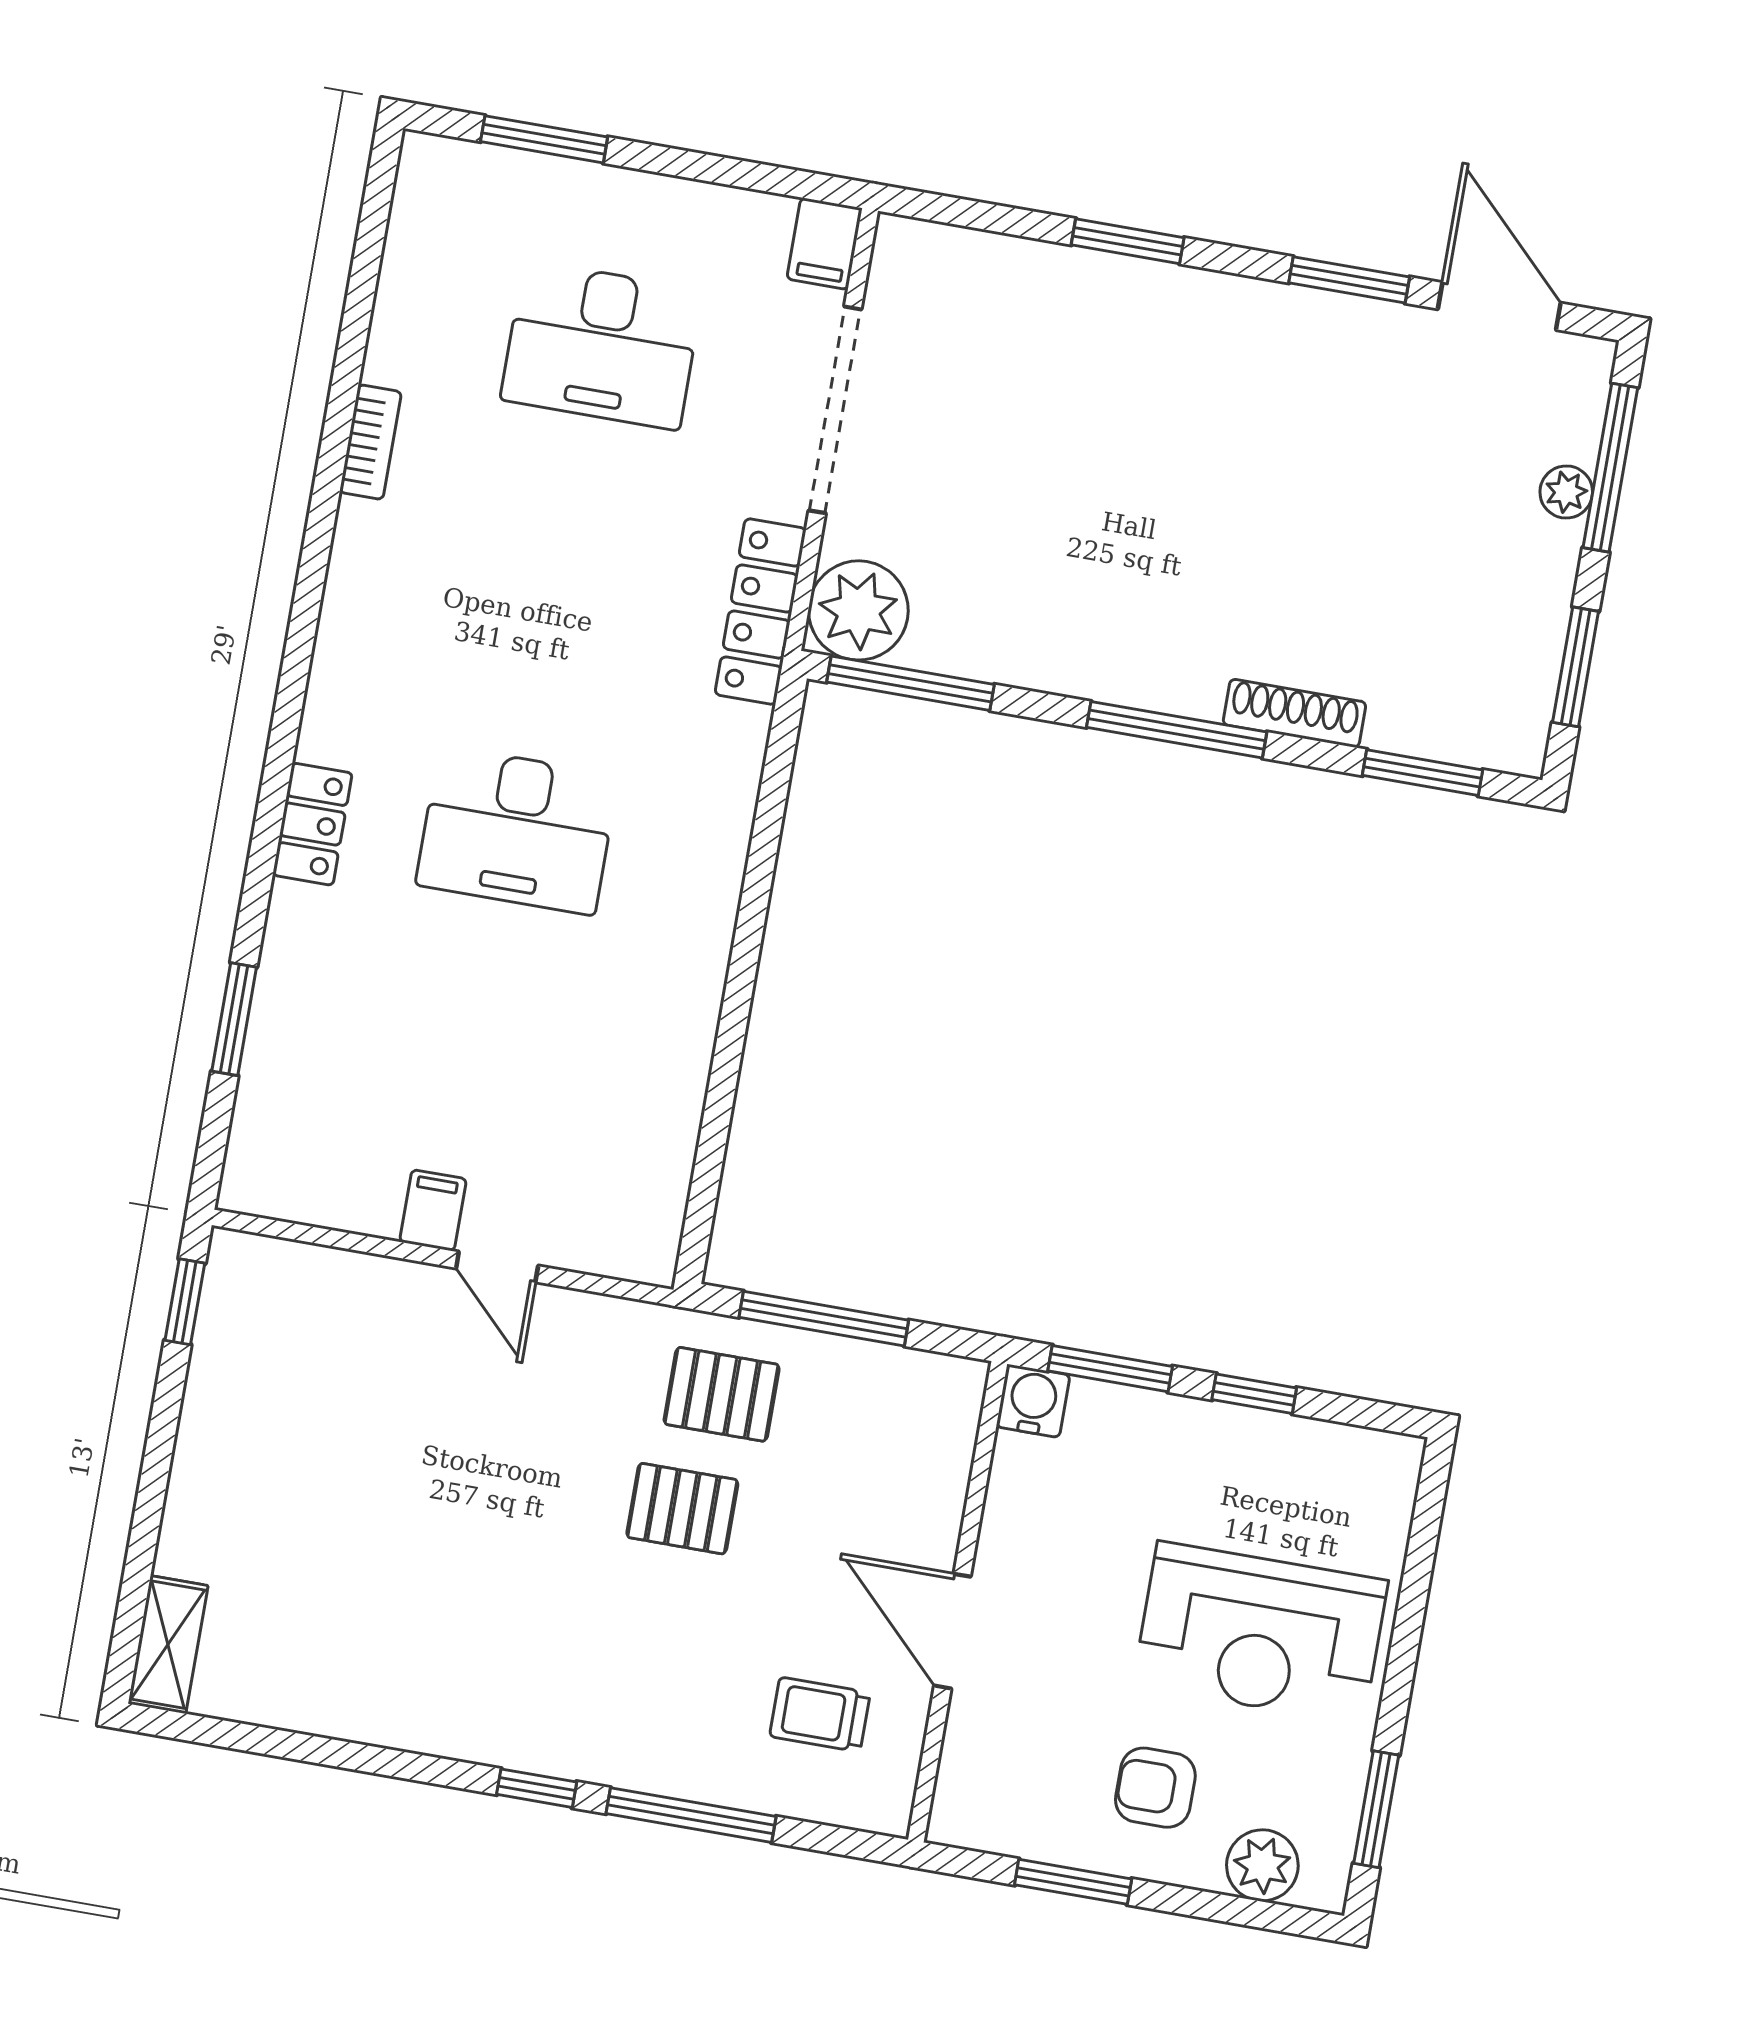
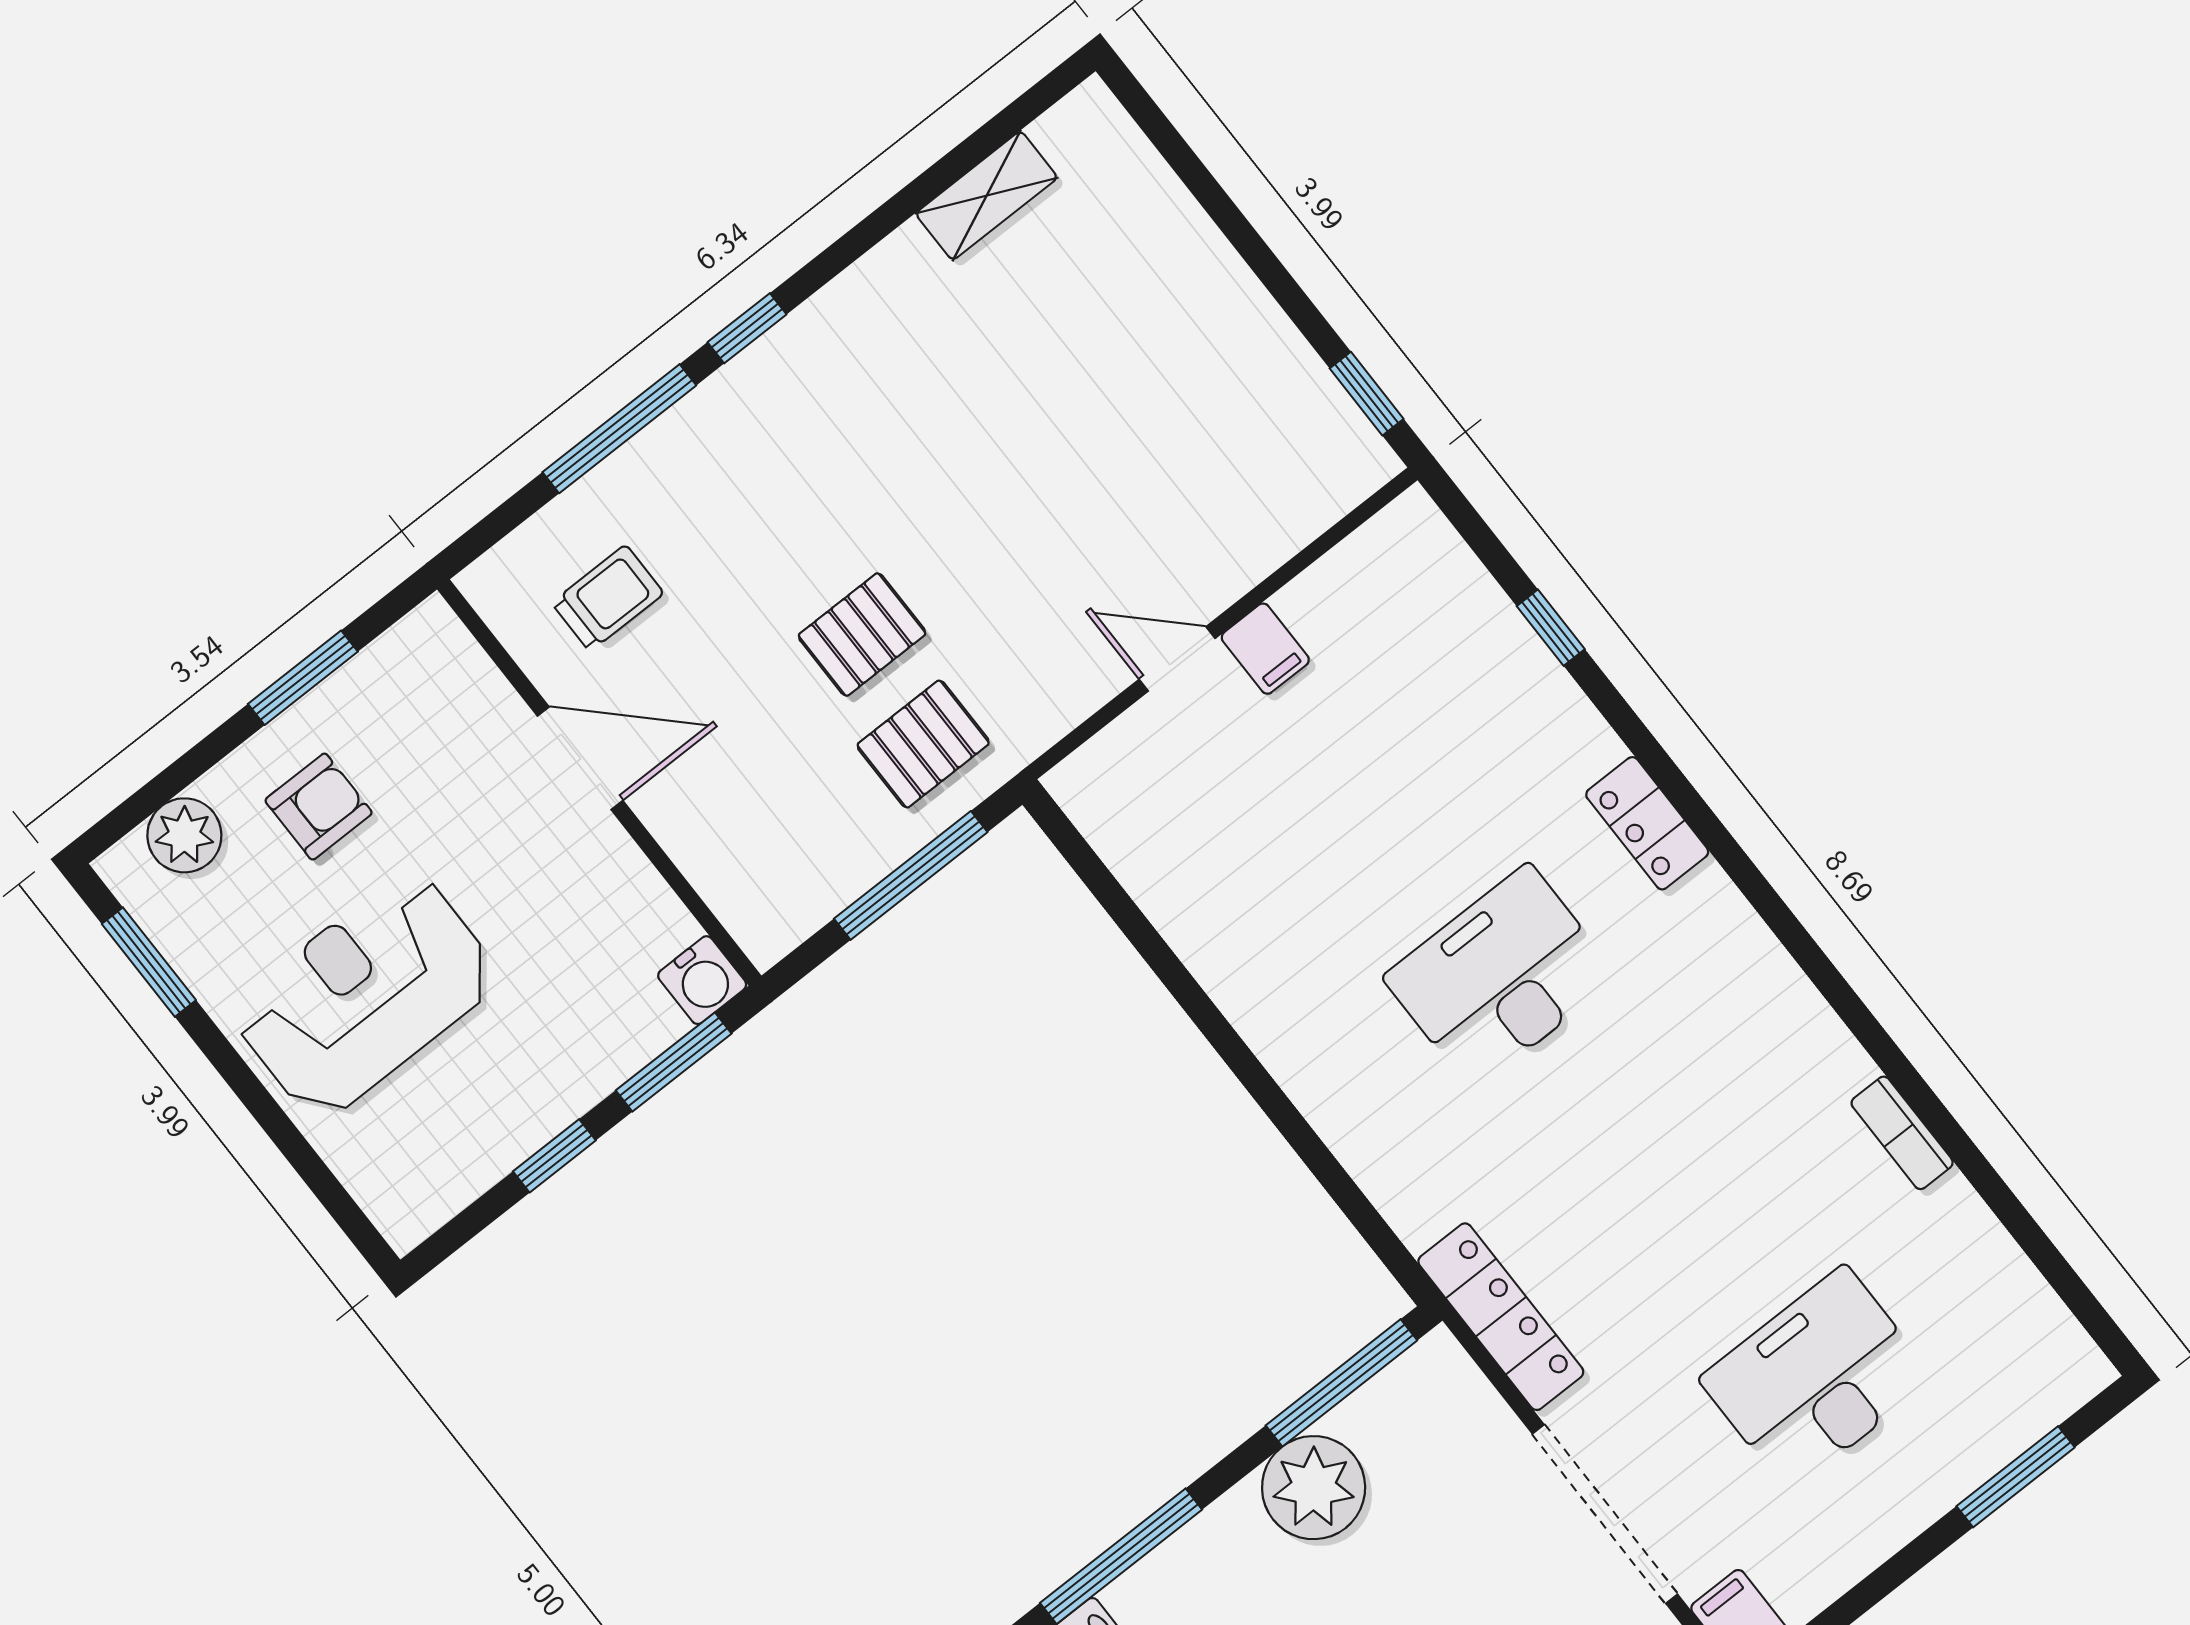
plant: (858, 610) -> (1314, 1488), moved
window: (234, 1019) -> (1551, 628), width x0.67
shelving: (168, 1645) -> (987, 196), moved, turned 90

